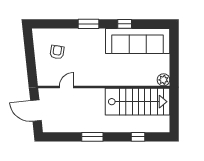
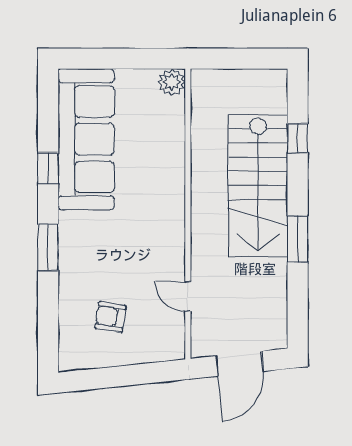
stairs: (137, 102) -> (258, 186), moved, turned 180

